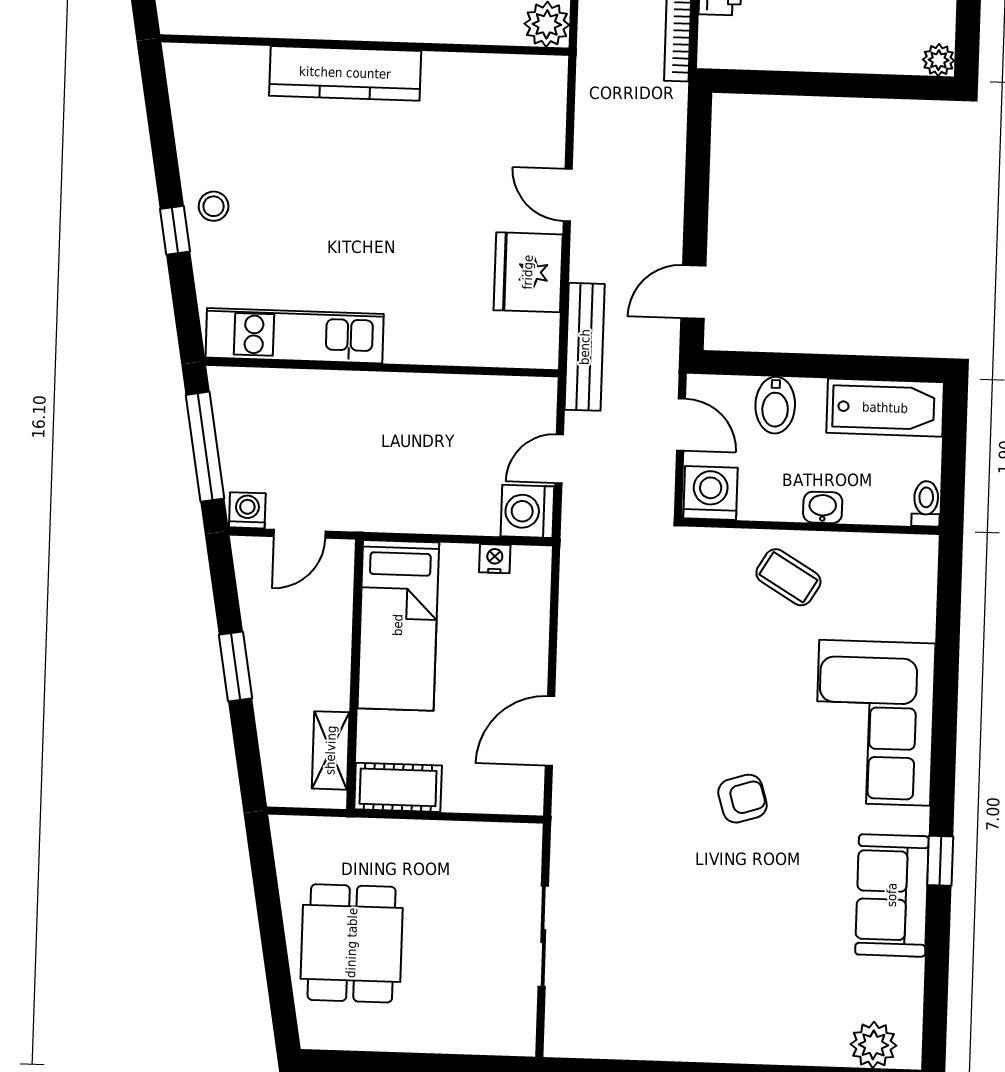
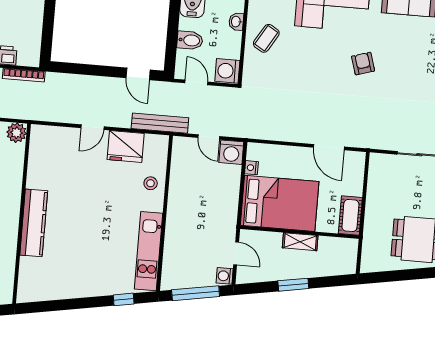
stool: (214, 206) -> (151, 183), moved
window: (175, 230) -> (124, 299), moved
door: (681, 425) -> (196, 82), hinge flipped
bed: (398, 625) -> (280, 203), width x1.50
shelving: (331, 750) -> (300, 242), moved

